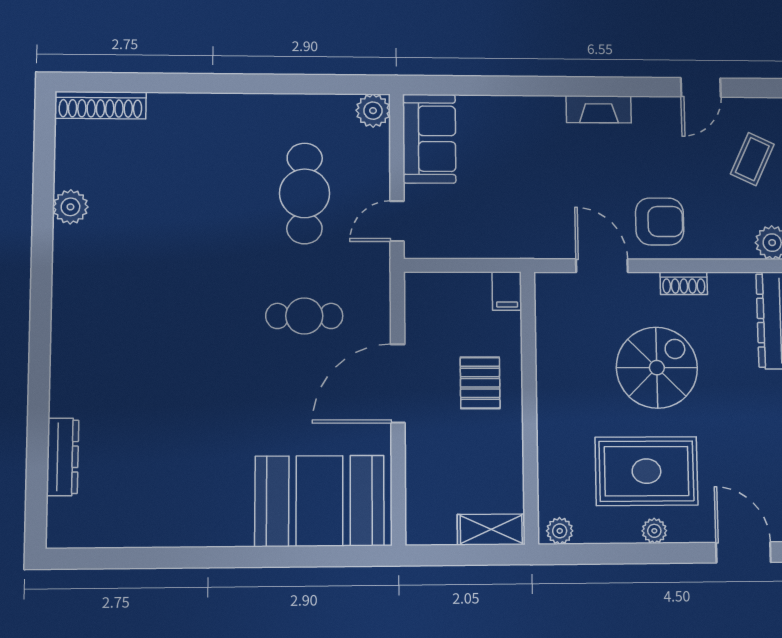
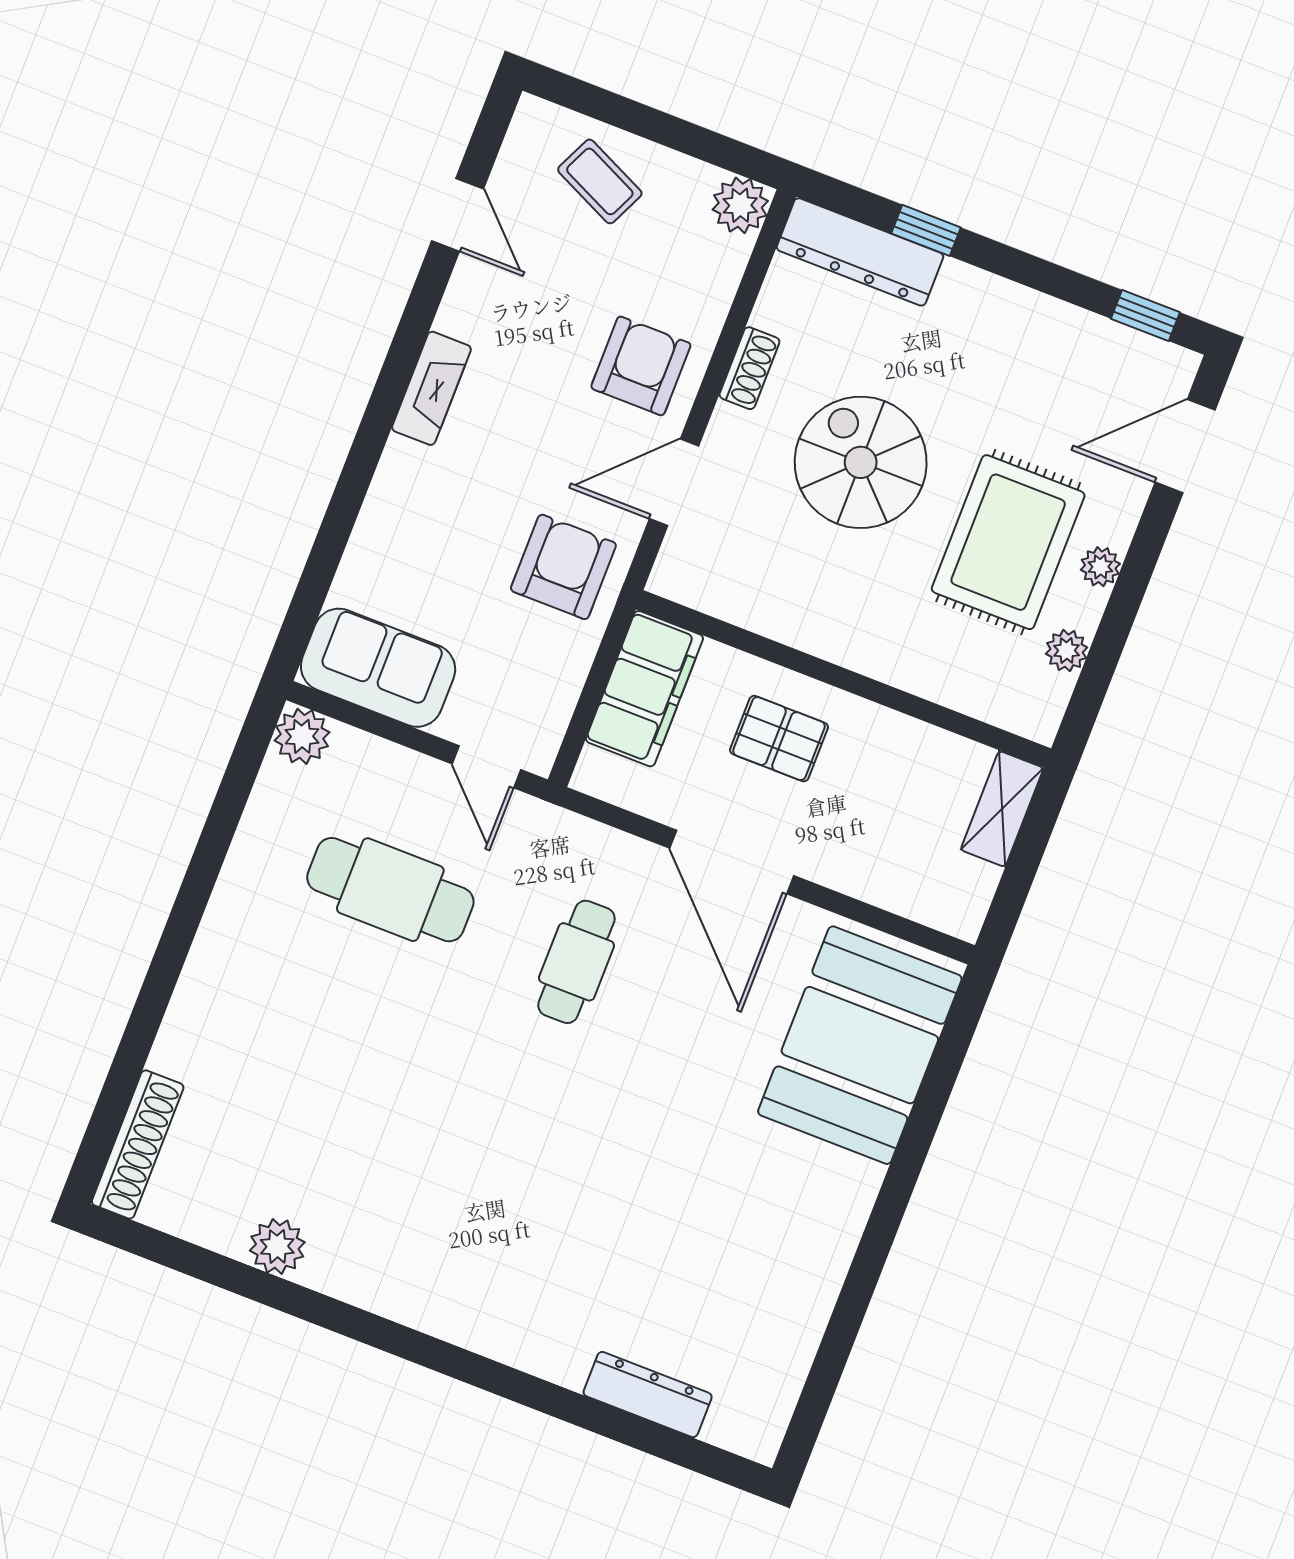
armchair: (529, 221) -> (563, 567), added
filing cabinet: (507, 291) -> (645, 689), width x3.00, depth x1.17
plant: (560, 531) -> (1067, 651), moved

